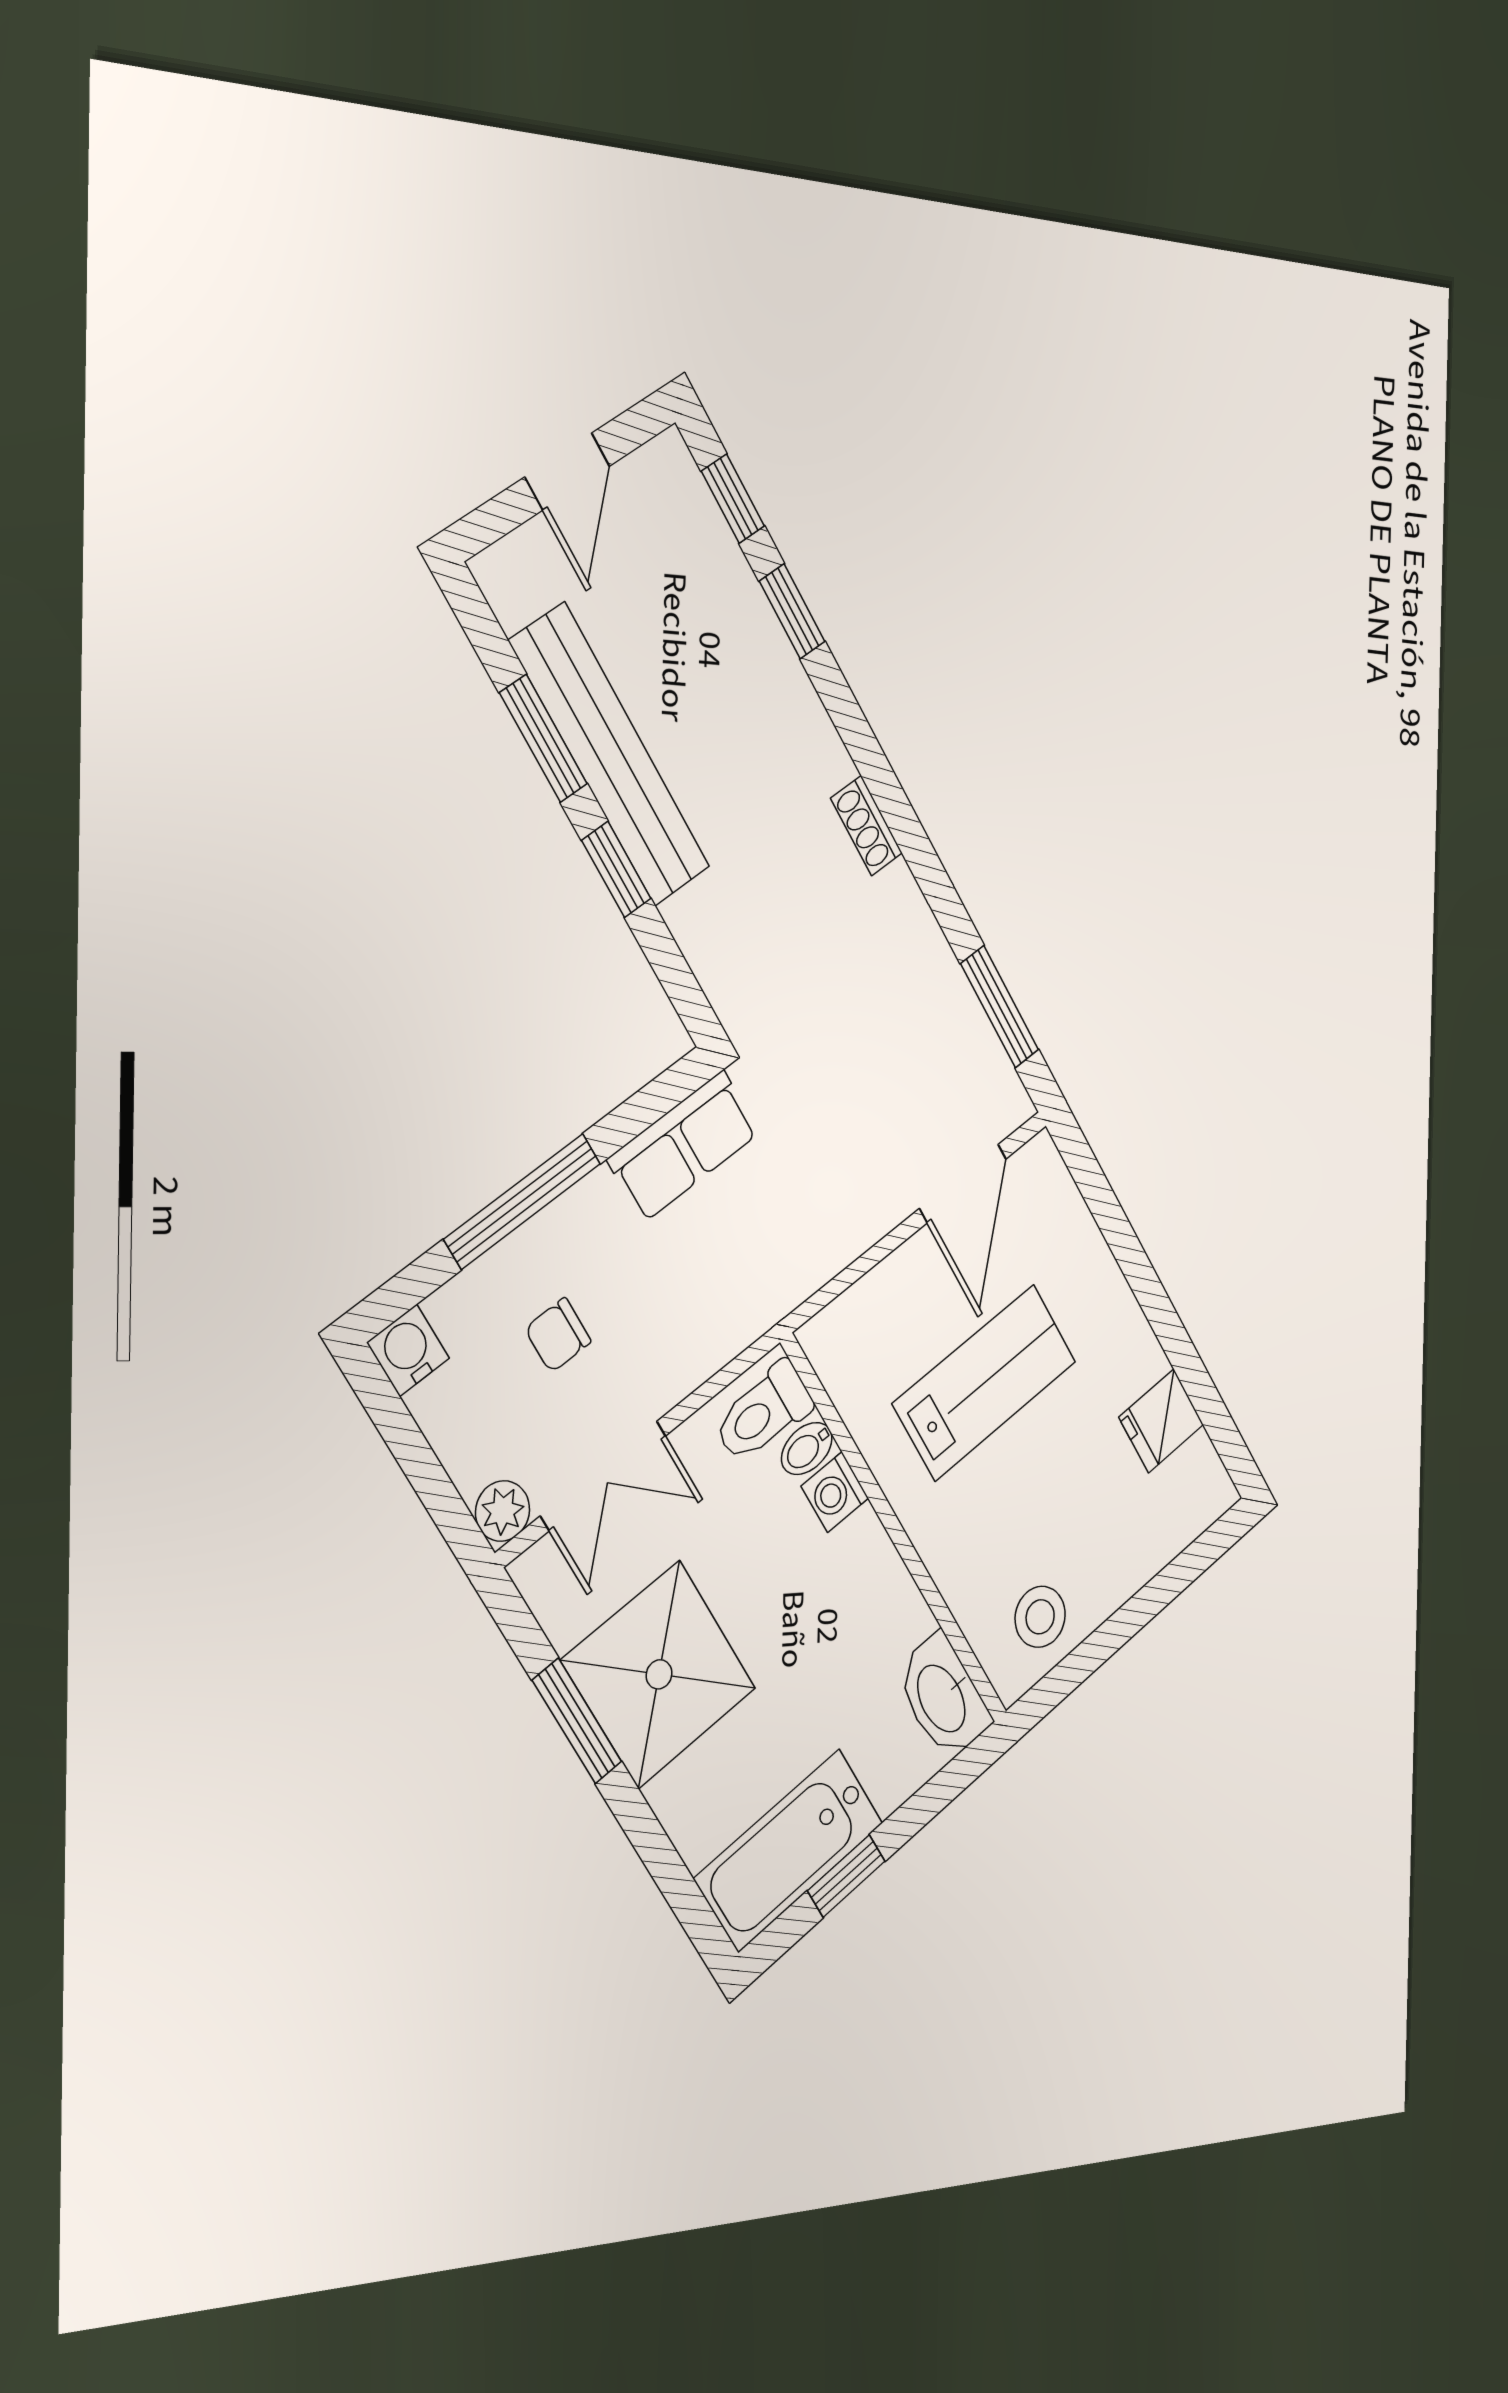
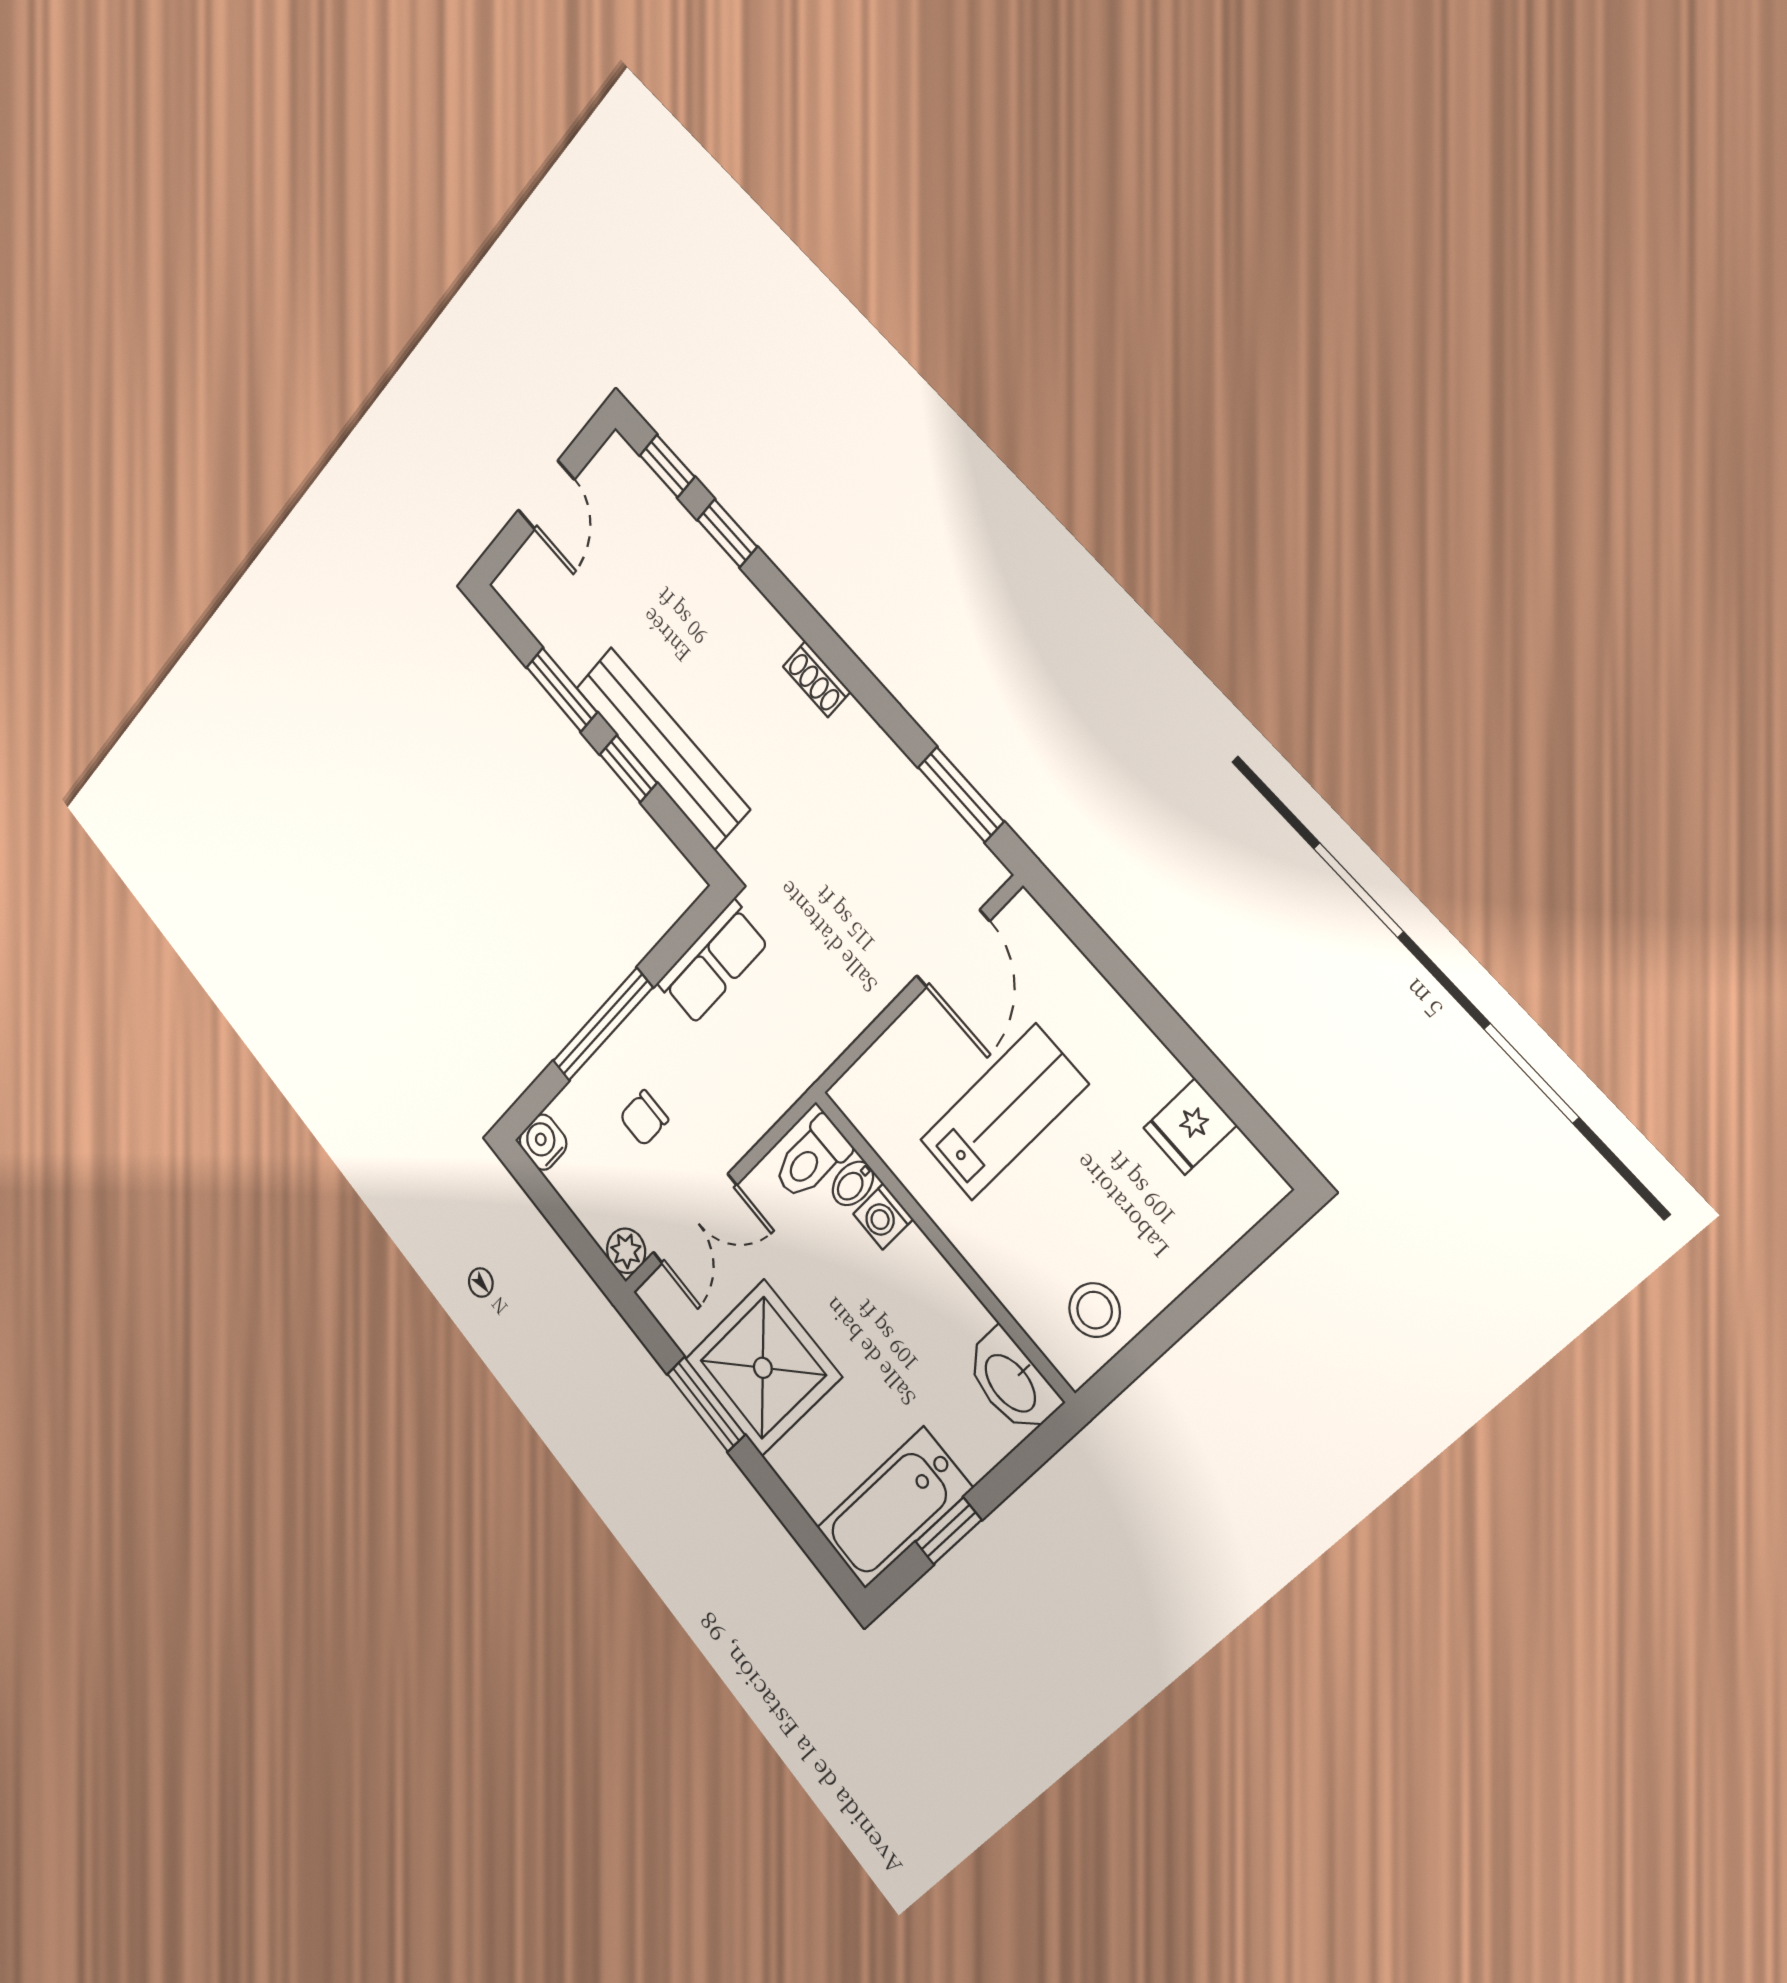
bench: (610, 755) -> (662, 748), moved

